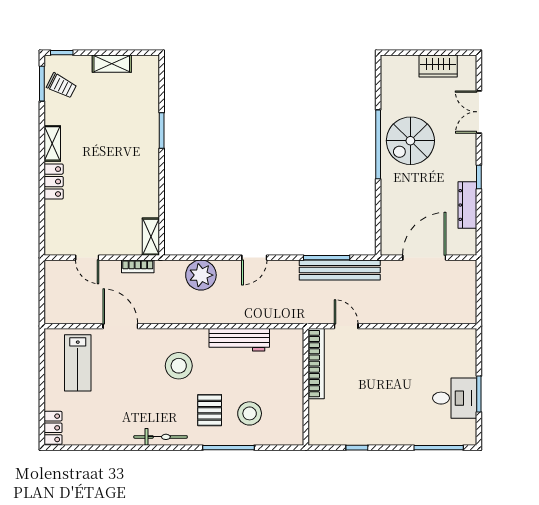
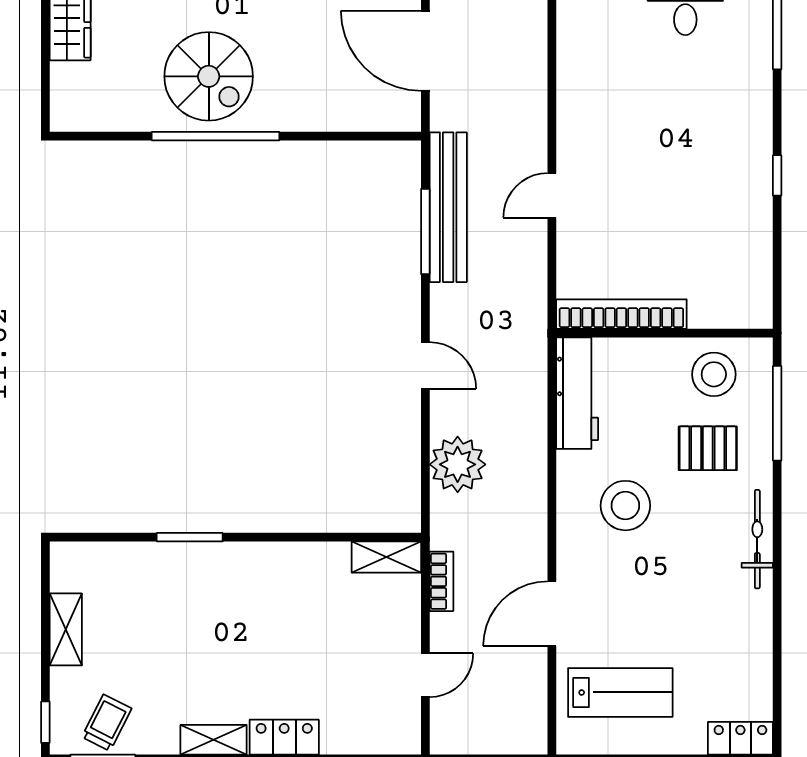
bookcase: (316, 364) -> (621, 314), moved
wall: (306, 387) -> (665, 333), moved

